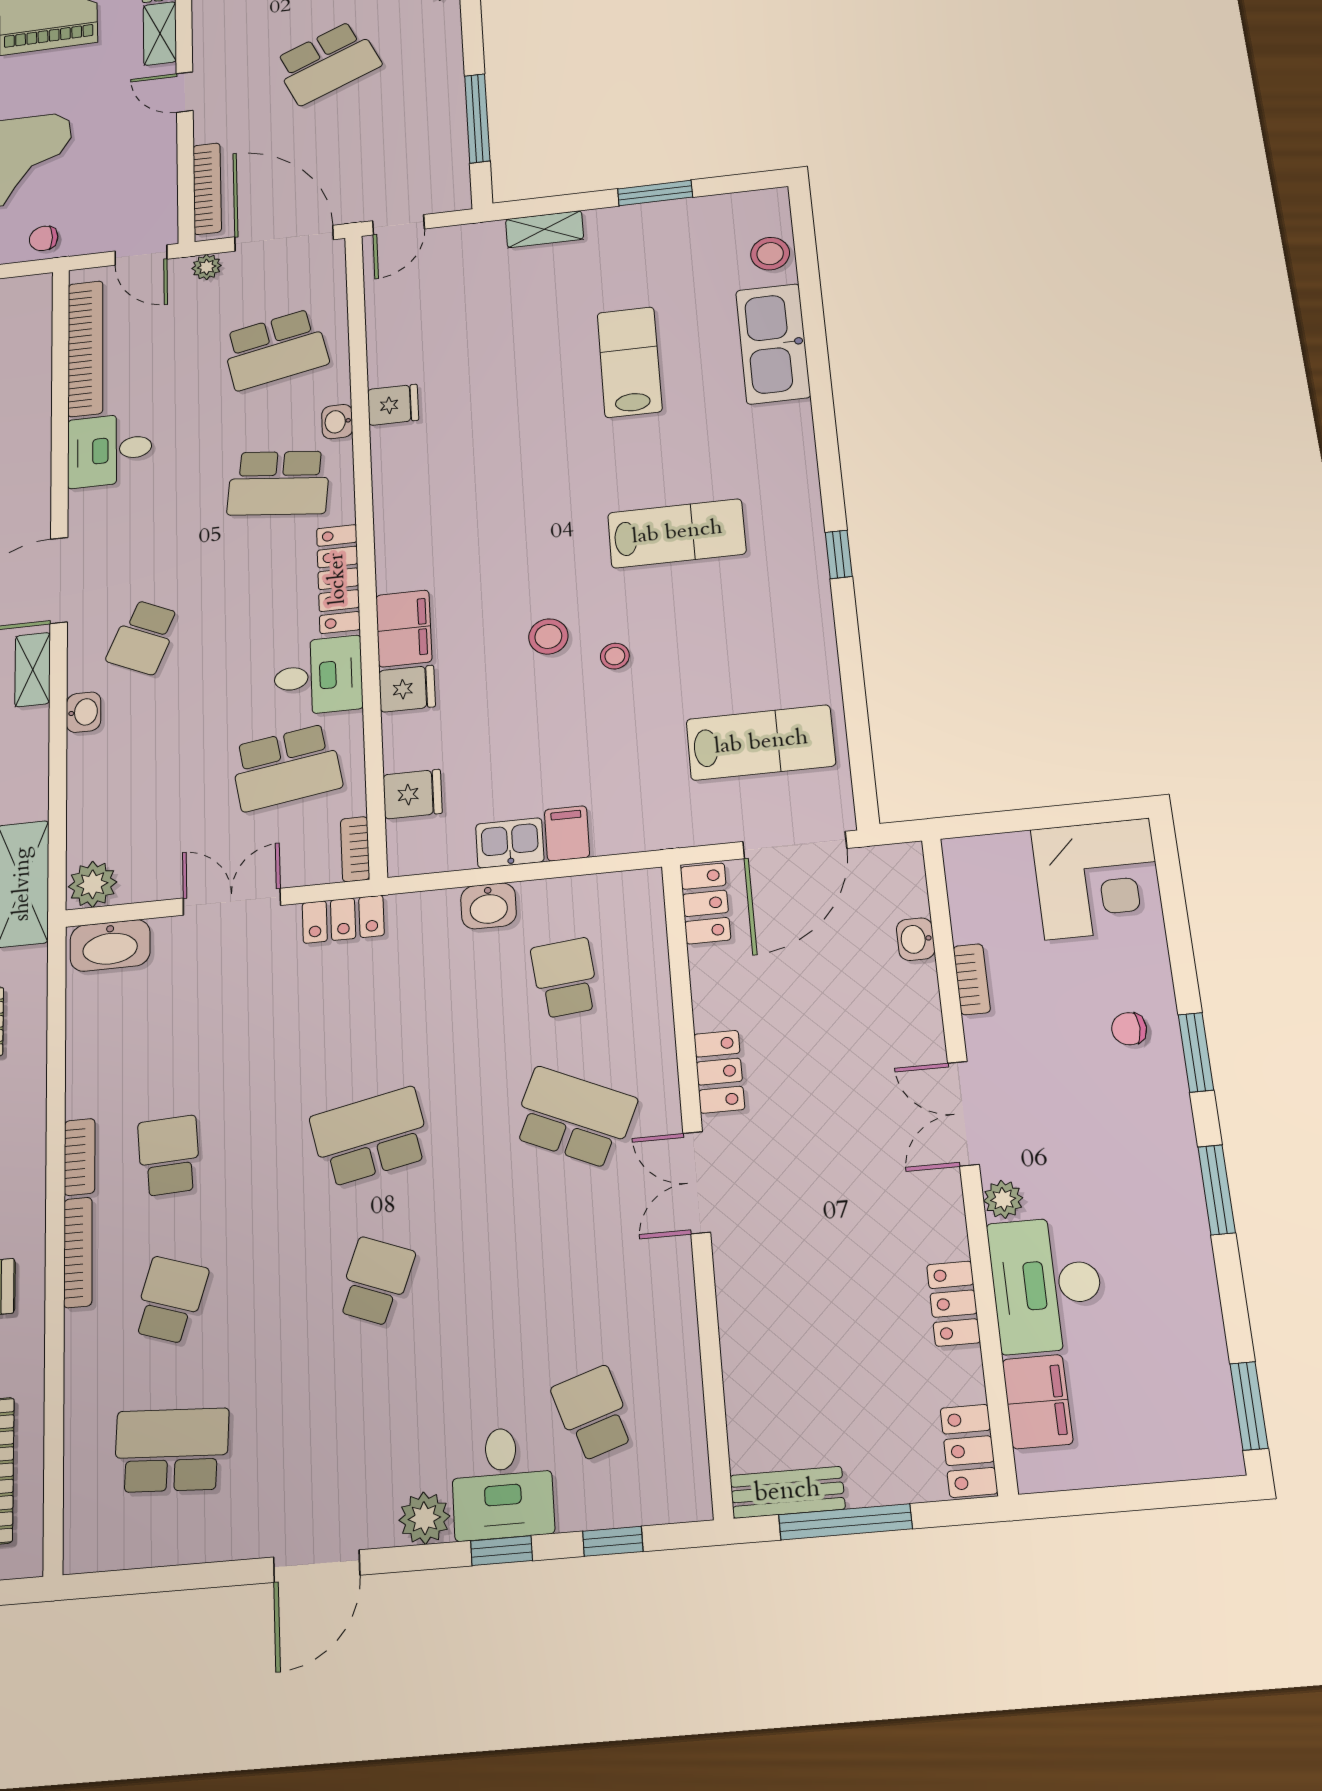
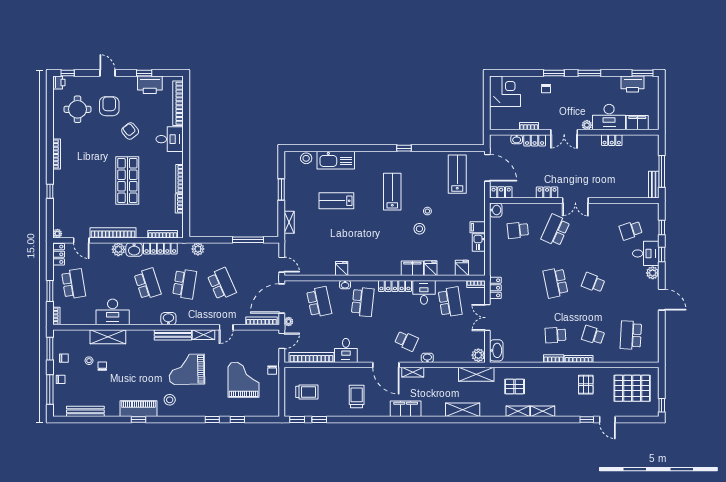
washbasin: (489, 906) -> (496, 210), moved
printer: (1196, 1368) -> (633, 84), added
locker: (969, 1451) -> (535, 140), moved

